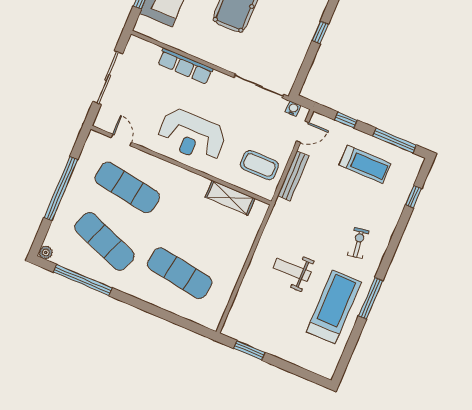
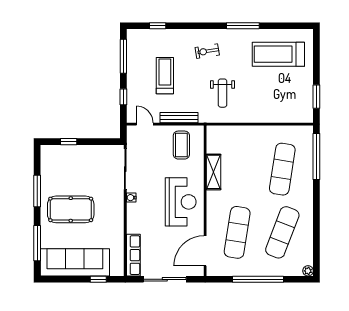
row of seats: (185, 66) -> (133, 255), moved
water cooler: (293, 109) -> (131, 198), moved
door: (121, 140) -> (205, 251), width x1.87
treadmill: (365, 164) -> (165, 76), moved
shelving: (230, 198) -> (214, 172), moved
weight bench: (292, 270) -> (223, 93), moved
window: (83, 280) -> (316, 157), moved
treadmill: (334, 307) -> (278, 54), moved

